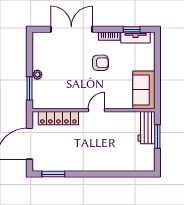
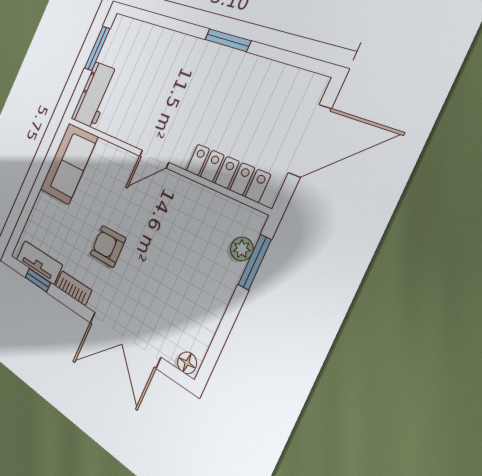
floor lamp: (39, 36) -> (187, 363), added
plant: (37, 75) -> (242, 249), moved
window: (157, 137) -> (97, 48), moved
window: (53, 174) -> (228, 40), moved

